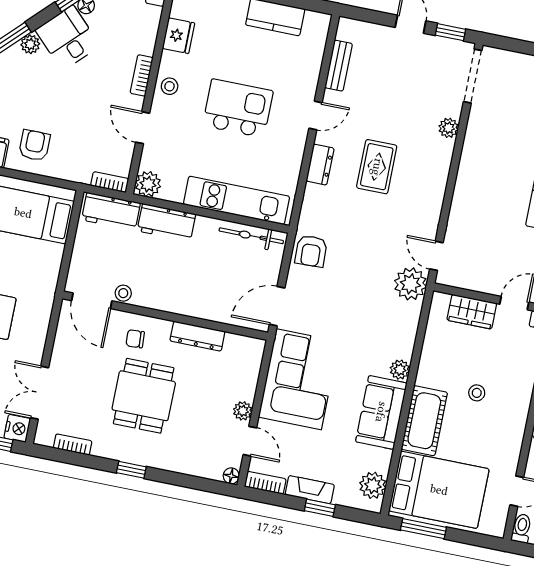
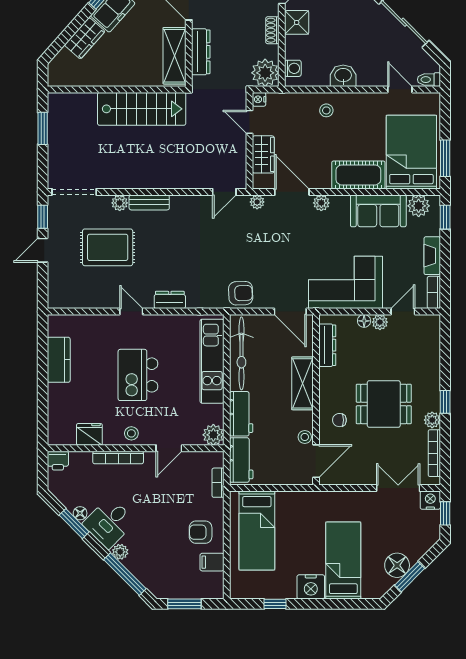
bench: (339, 66) -> (149, 202), moved
bookcase: (142, 75) -> (118, 458), width x1.56
rug: (377, 167) -> (108, 247), moved, width x1.36, depth x1.43
bookcase: (110, 182) -> (218, 483), moved
bicycle: (251, 236) -> (241, 353), width x1.37, depth x1.40
plant: (410, 284) -> (257, 202), width x0.53, depth x0.53
shelving: (188, 303) -> (302, 383), added
dresser: (197, 336) -> (327, 345), moved
door: (420, 337) -> (292, 192), added
chair: (135, 339) -> (339, 420), turned 93
double door: (39, 393) -> (398, 488), swing flipped
stool: (477, 393) -> (326, 110), moved
sofa: (381, 412) -> (378, 211), moved
bookcase: (73, 444) -> (434, 453), width x1.56
plant: (113, 450) -> (432, 420), added
floor lamp: (231, 476) -> (364, 321), moved
window: (320, 508) -> (445, 217), moved

